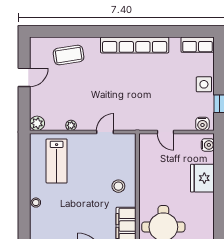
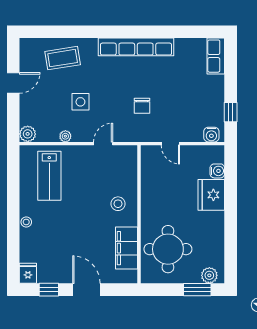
row of seats: (197, 45) -> (216, 56), moved, turned 90
side table: (204, 84) -> (80, 102), moved
chair: (140, 98) -> (142, 106), added
water cooler: (208, 145) -> (217, 171), moved

